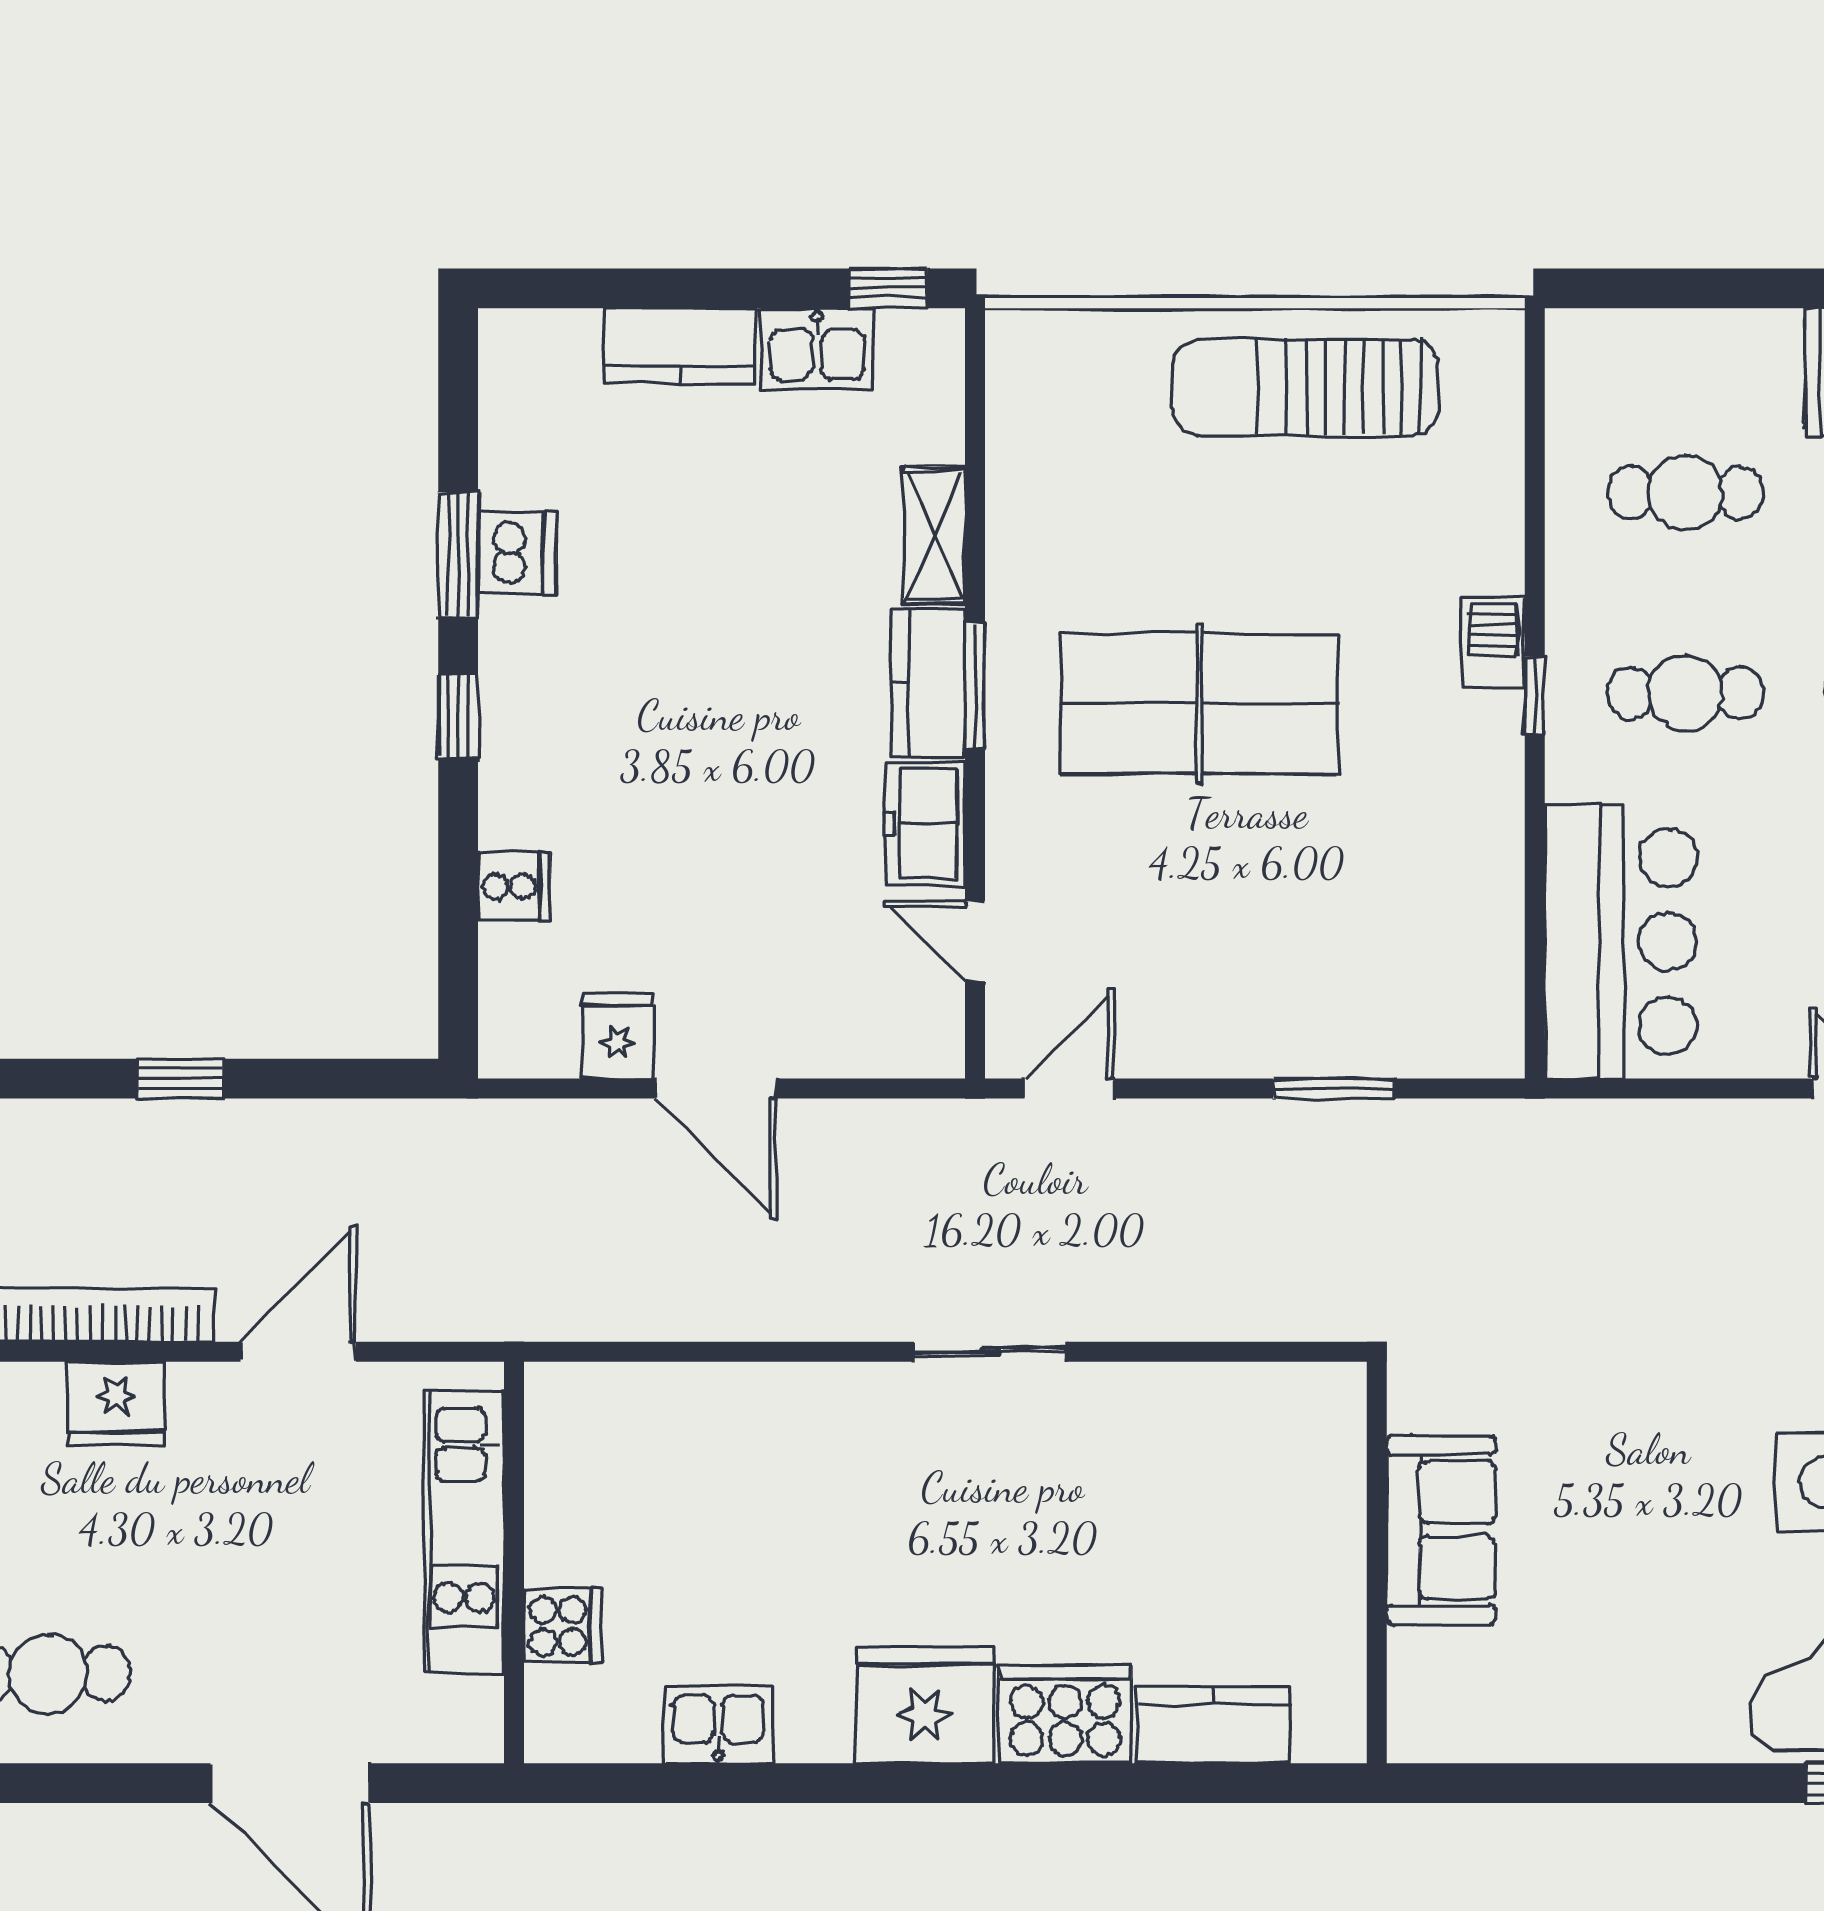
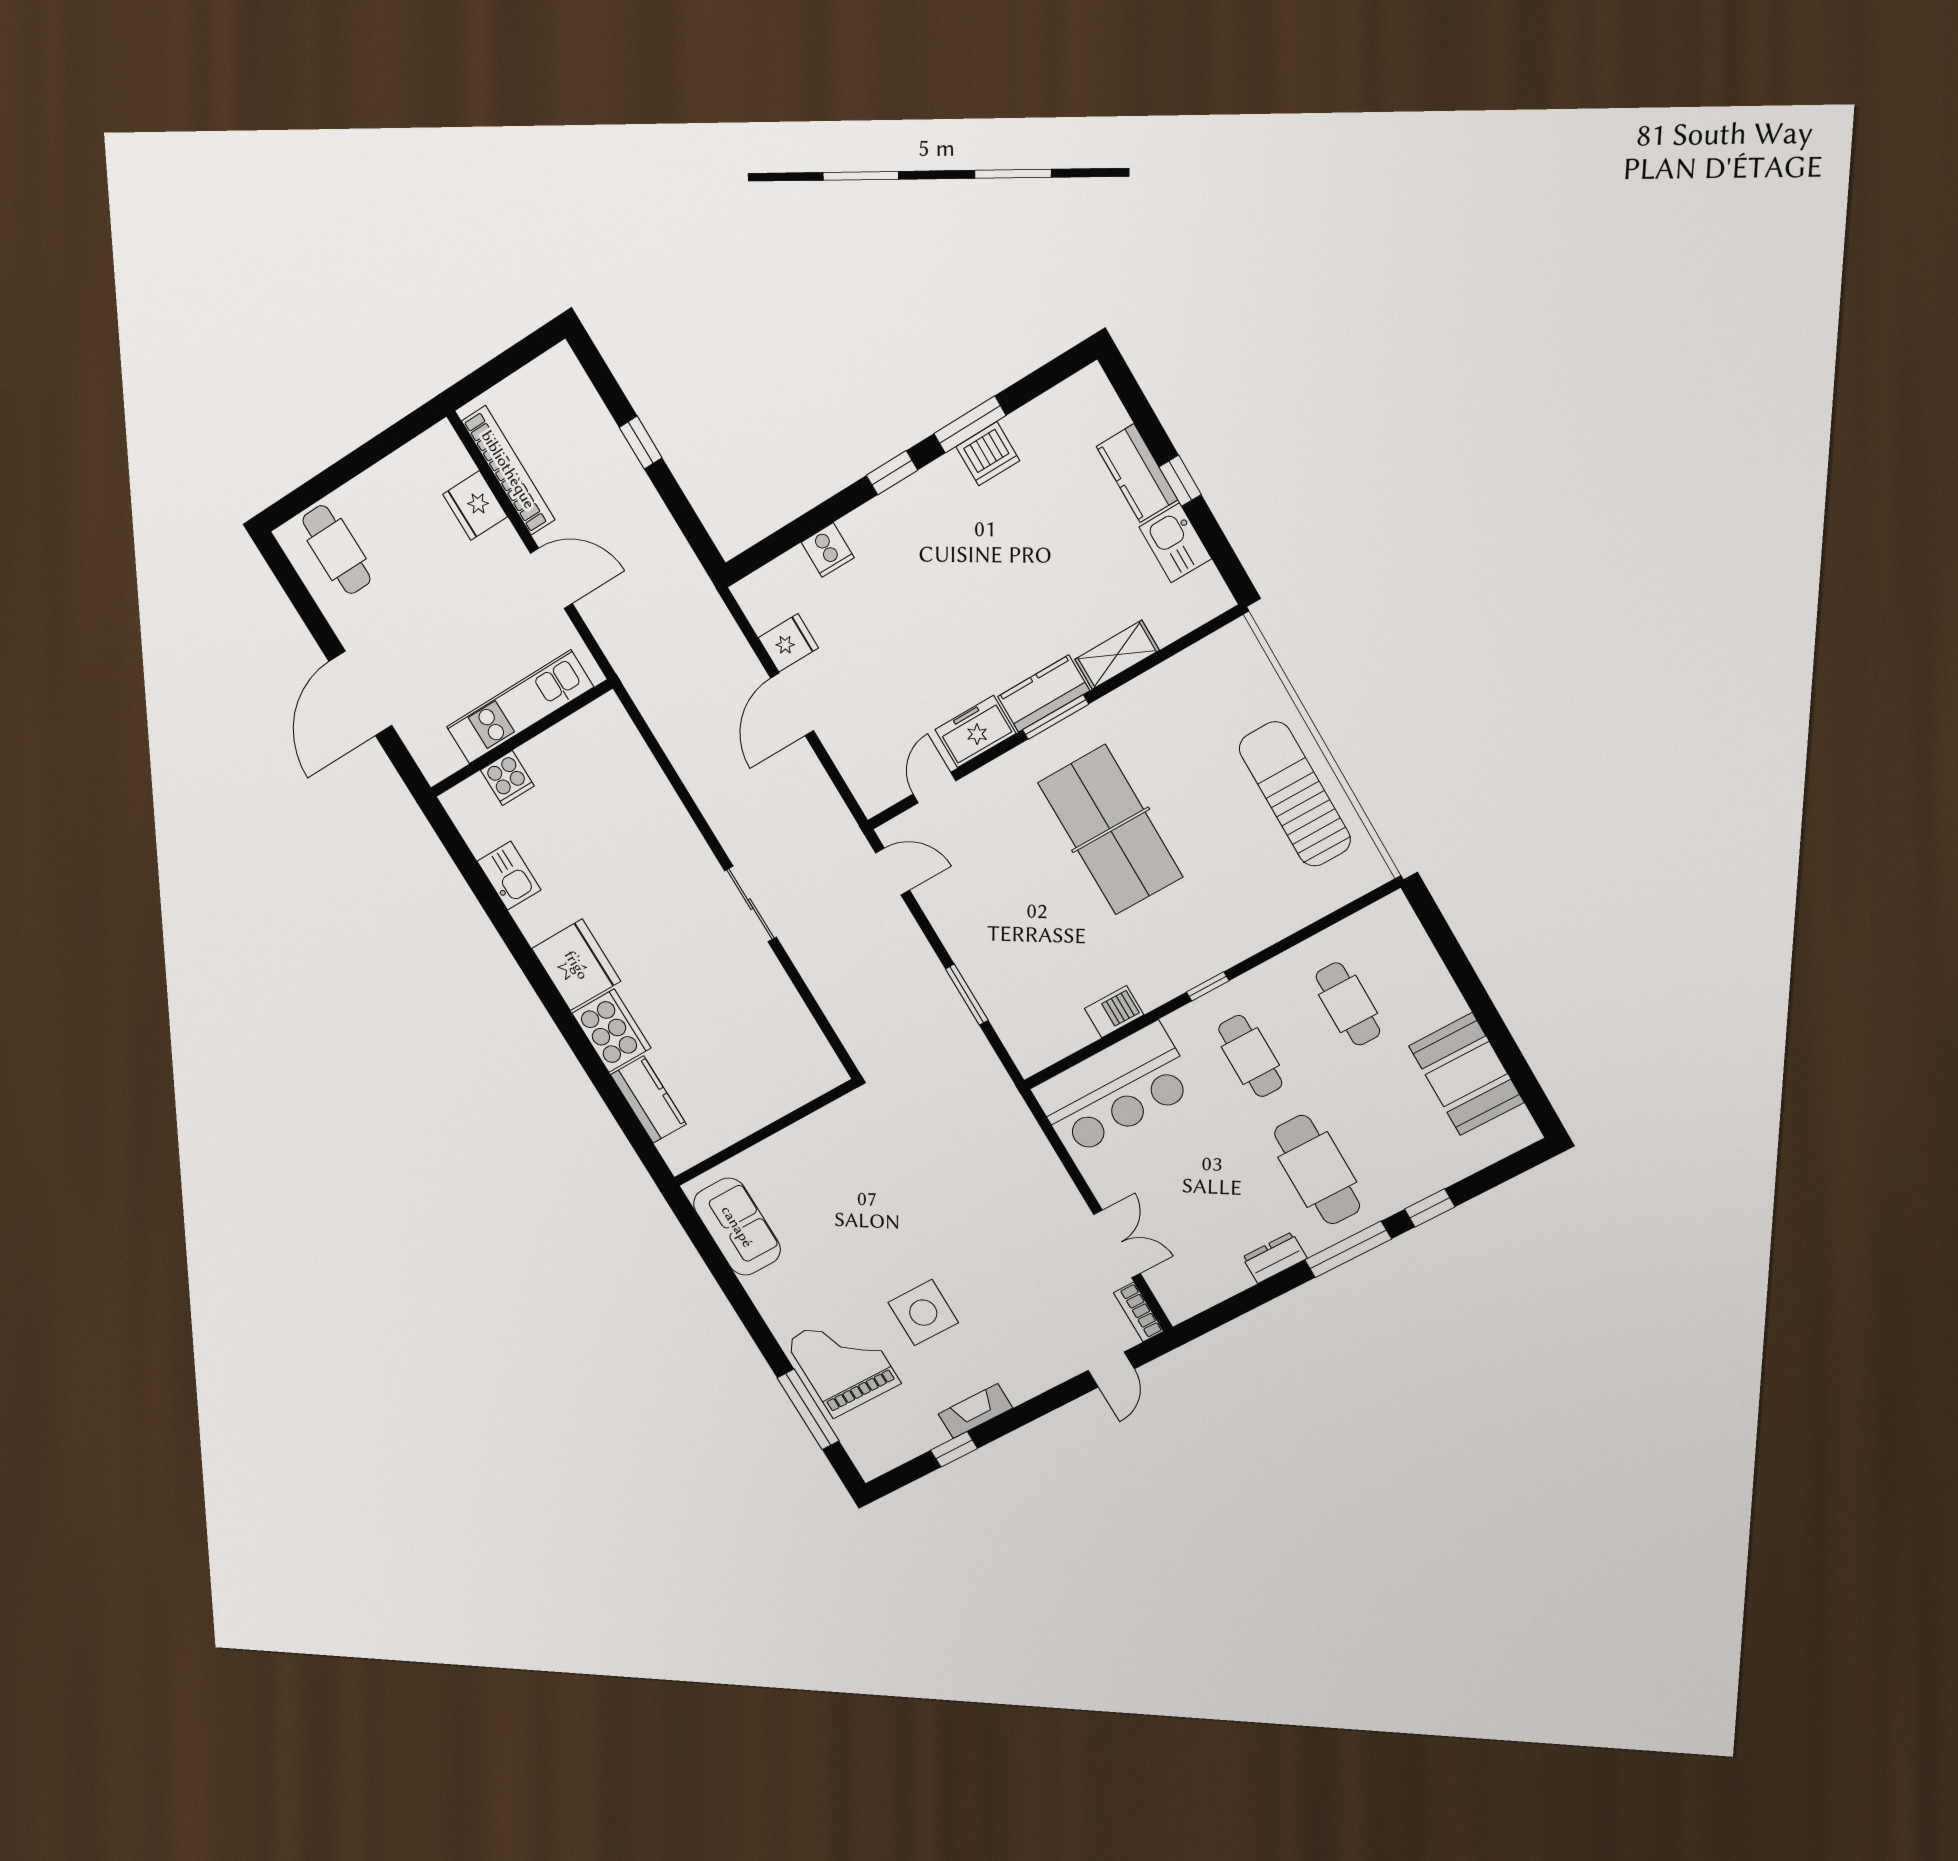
window: (888, 288) -> (1180, 481), moved
barbecue: (1493, 643) -> (1114, 1012), moved
sofa: (1441, 1530) -> (737, 1227), moved, turned -90

